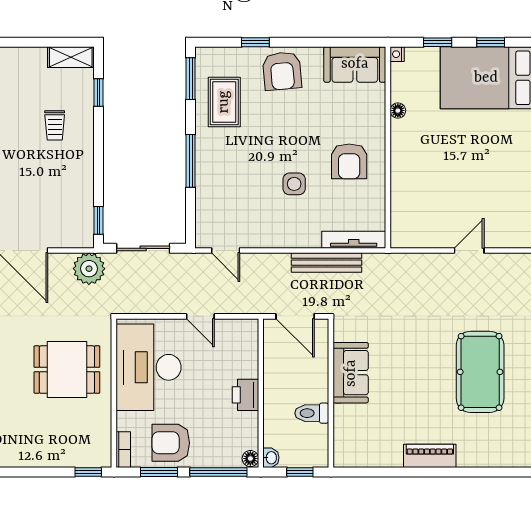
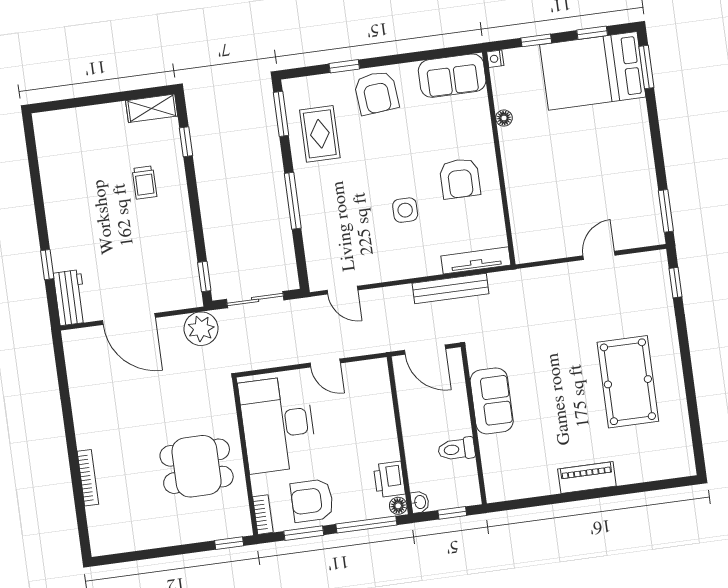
dining table: (67, 370) -> (197, 466), moved
printer: (245, 395) -> (389, 479), moved

